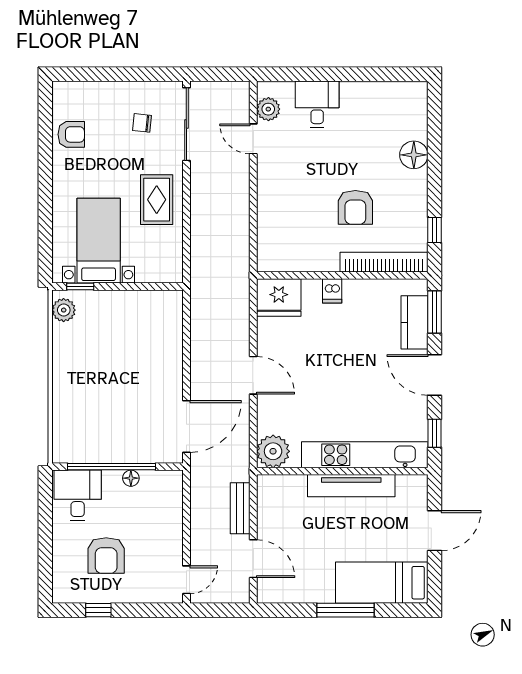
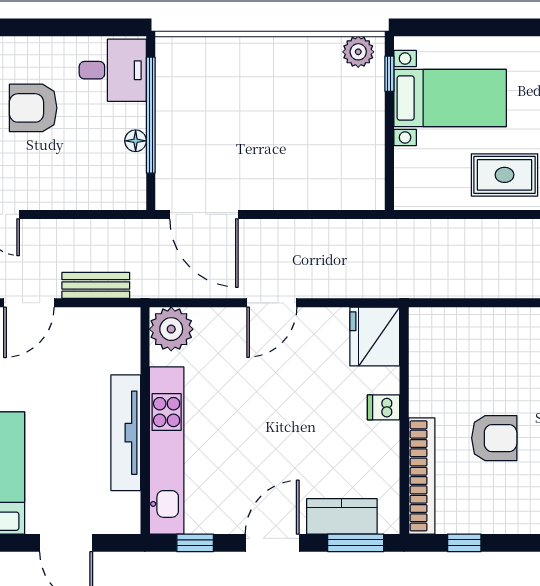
armchair: (355, 207) -> (494, 438), turned 180

